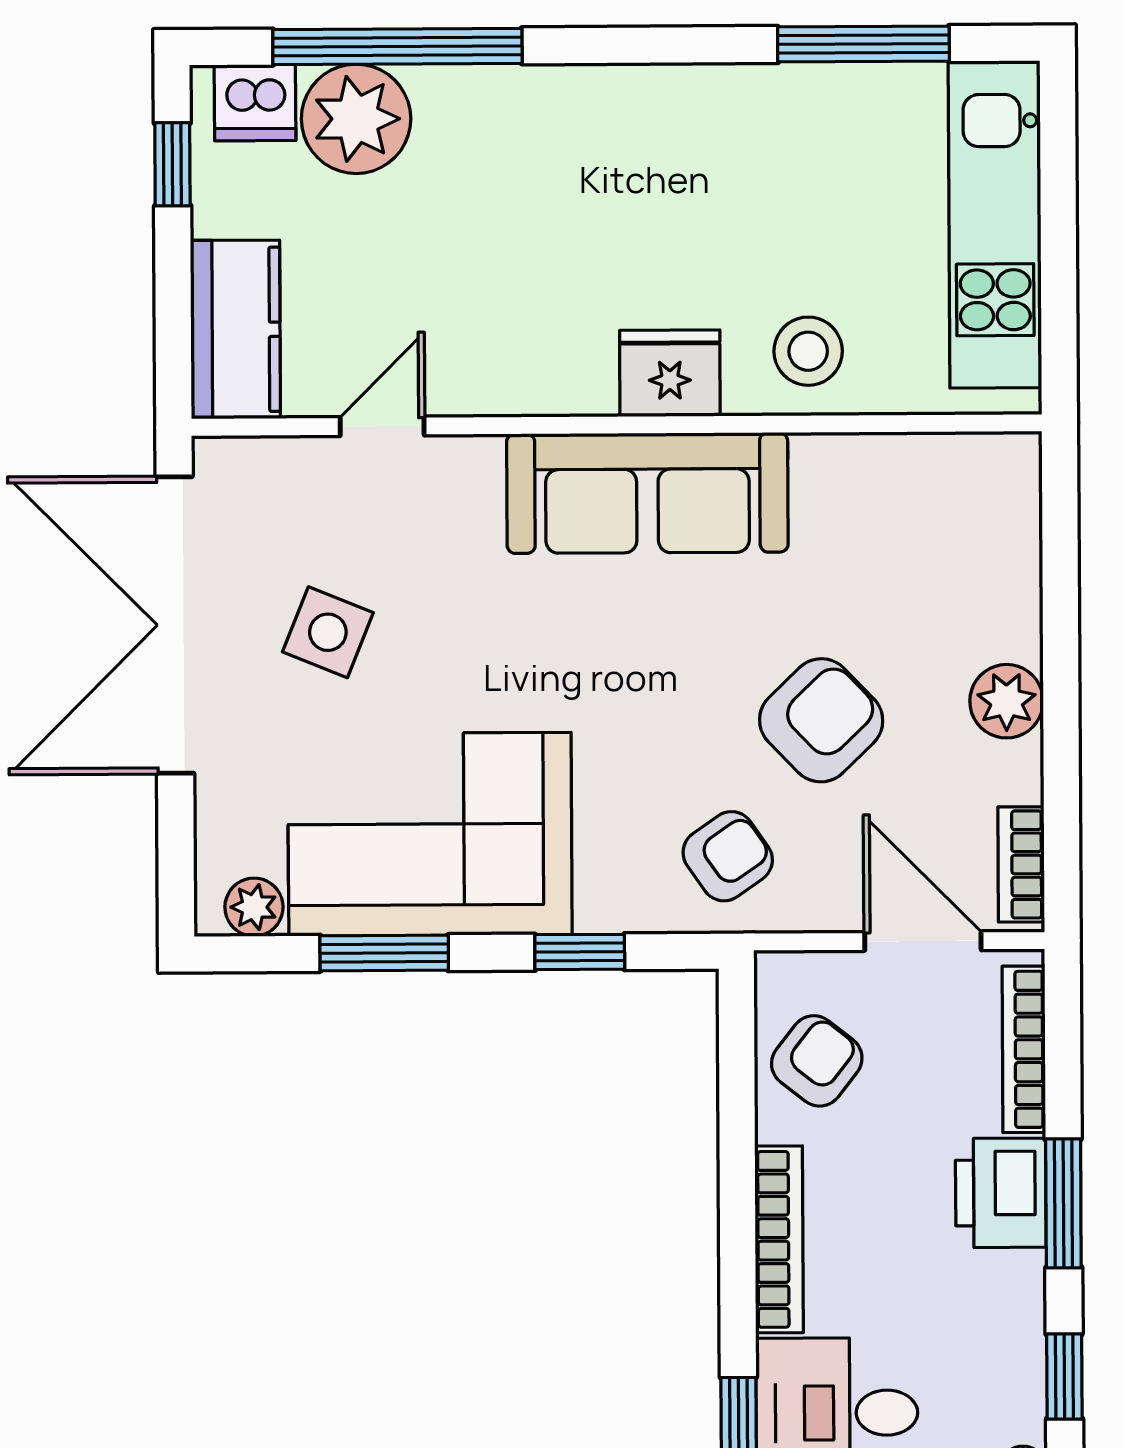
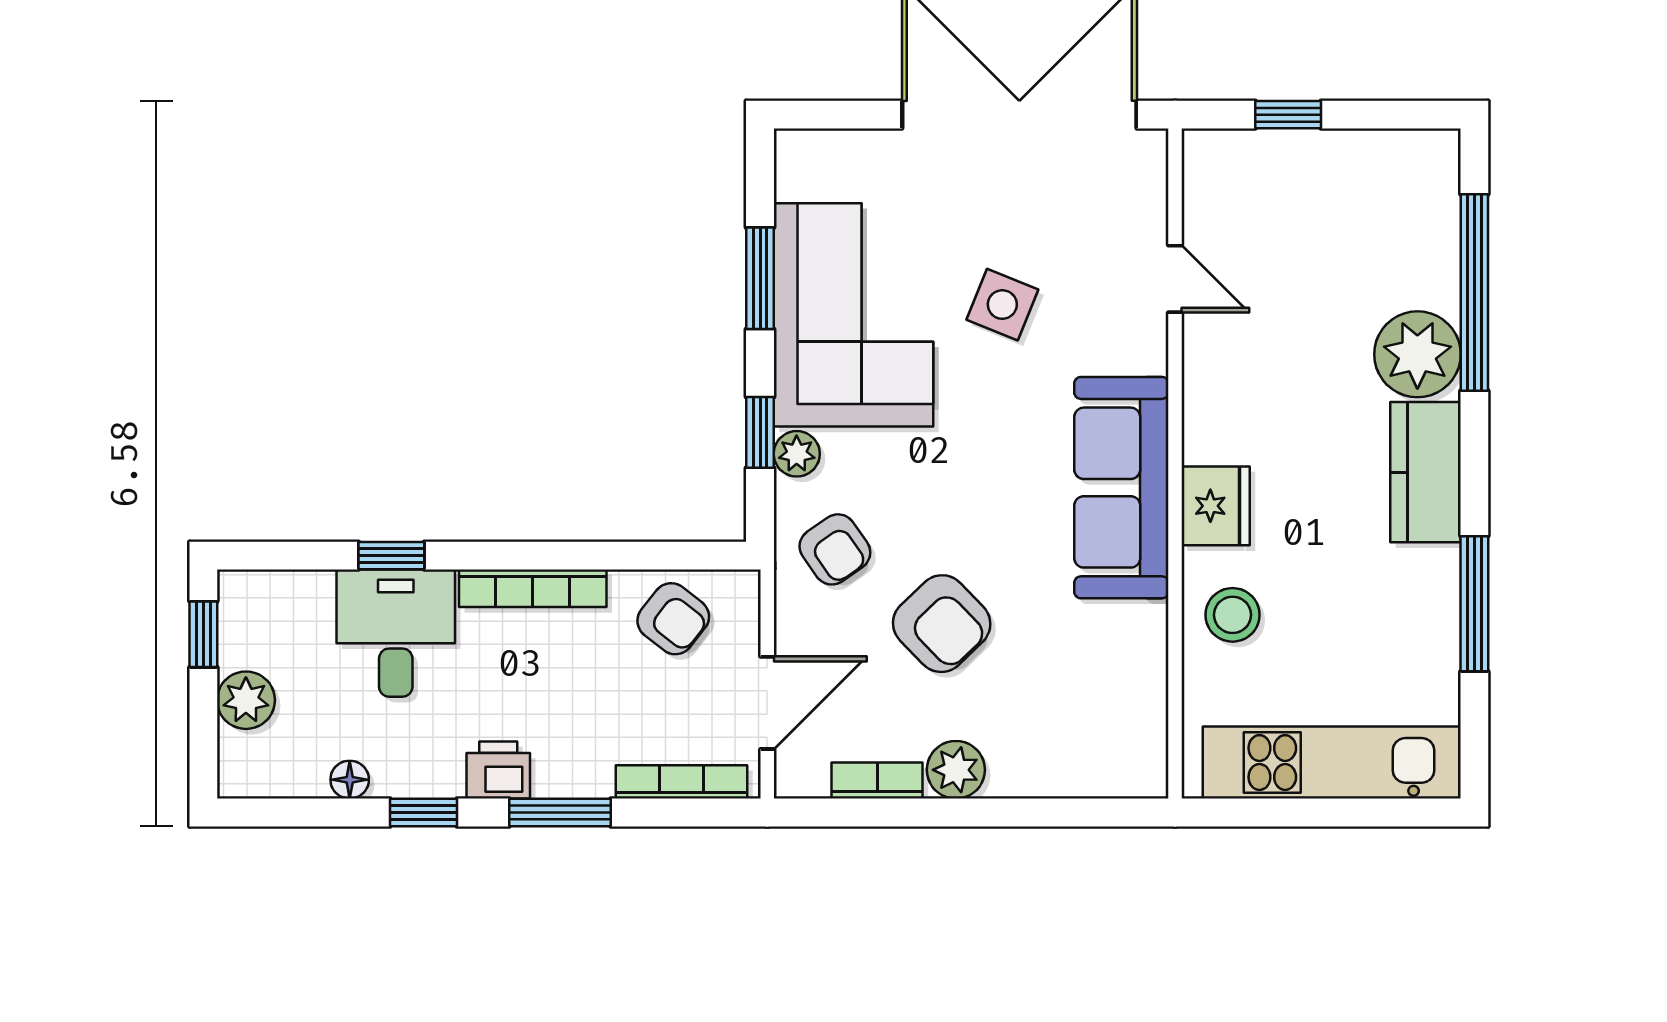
window: (863, 44) -> (1474, 604), moved
dishwasher: (255, 103) -> (1431, 180), removed
plant: (356, 119) -> (1417, 354), moved
window: (172, 164) -> (1288, 115), moved
kitchen counter: (235, 329) -> (1425, 472), moved, turned 90
side table: (328, 632) -> (1002, 305), moved
bookcase: (1021, 864) -> (877, 781), moved
plant: (254, 907) -> (797, 454), moved
printer: (1001, 1193) -> (498, 770), moved, width x0.73, depth x0.81

